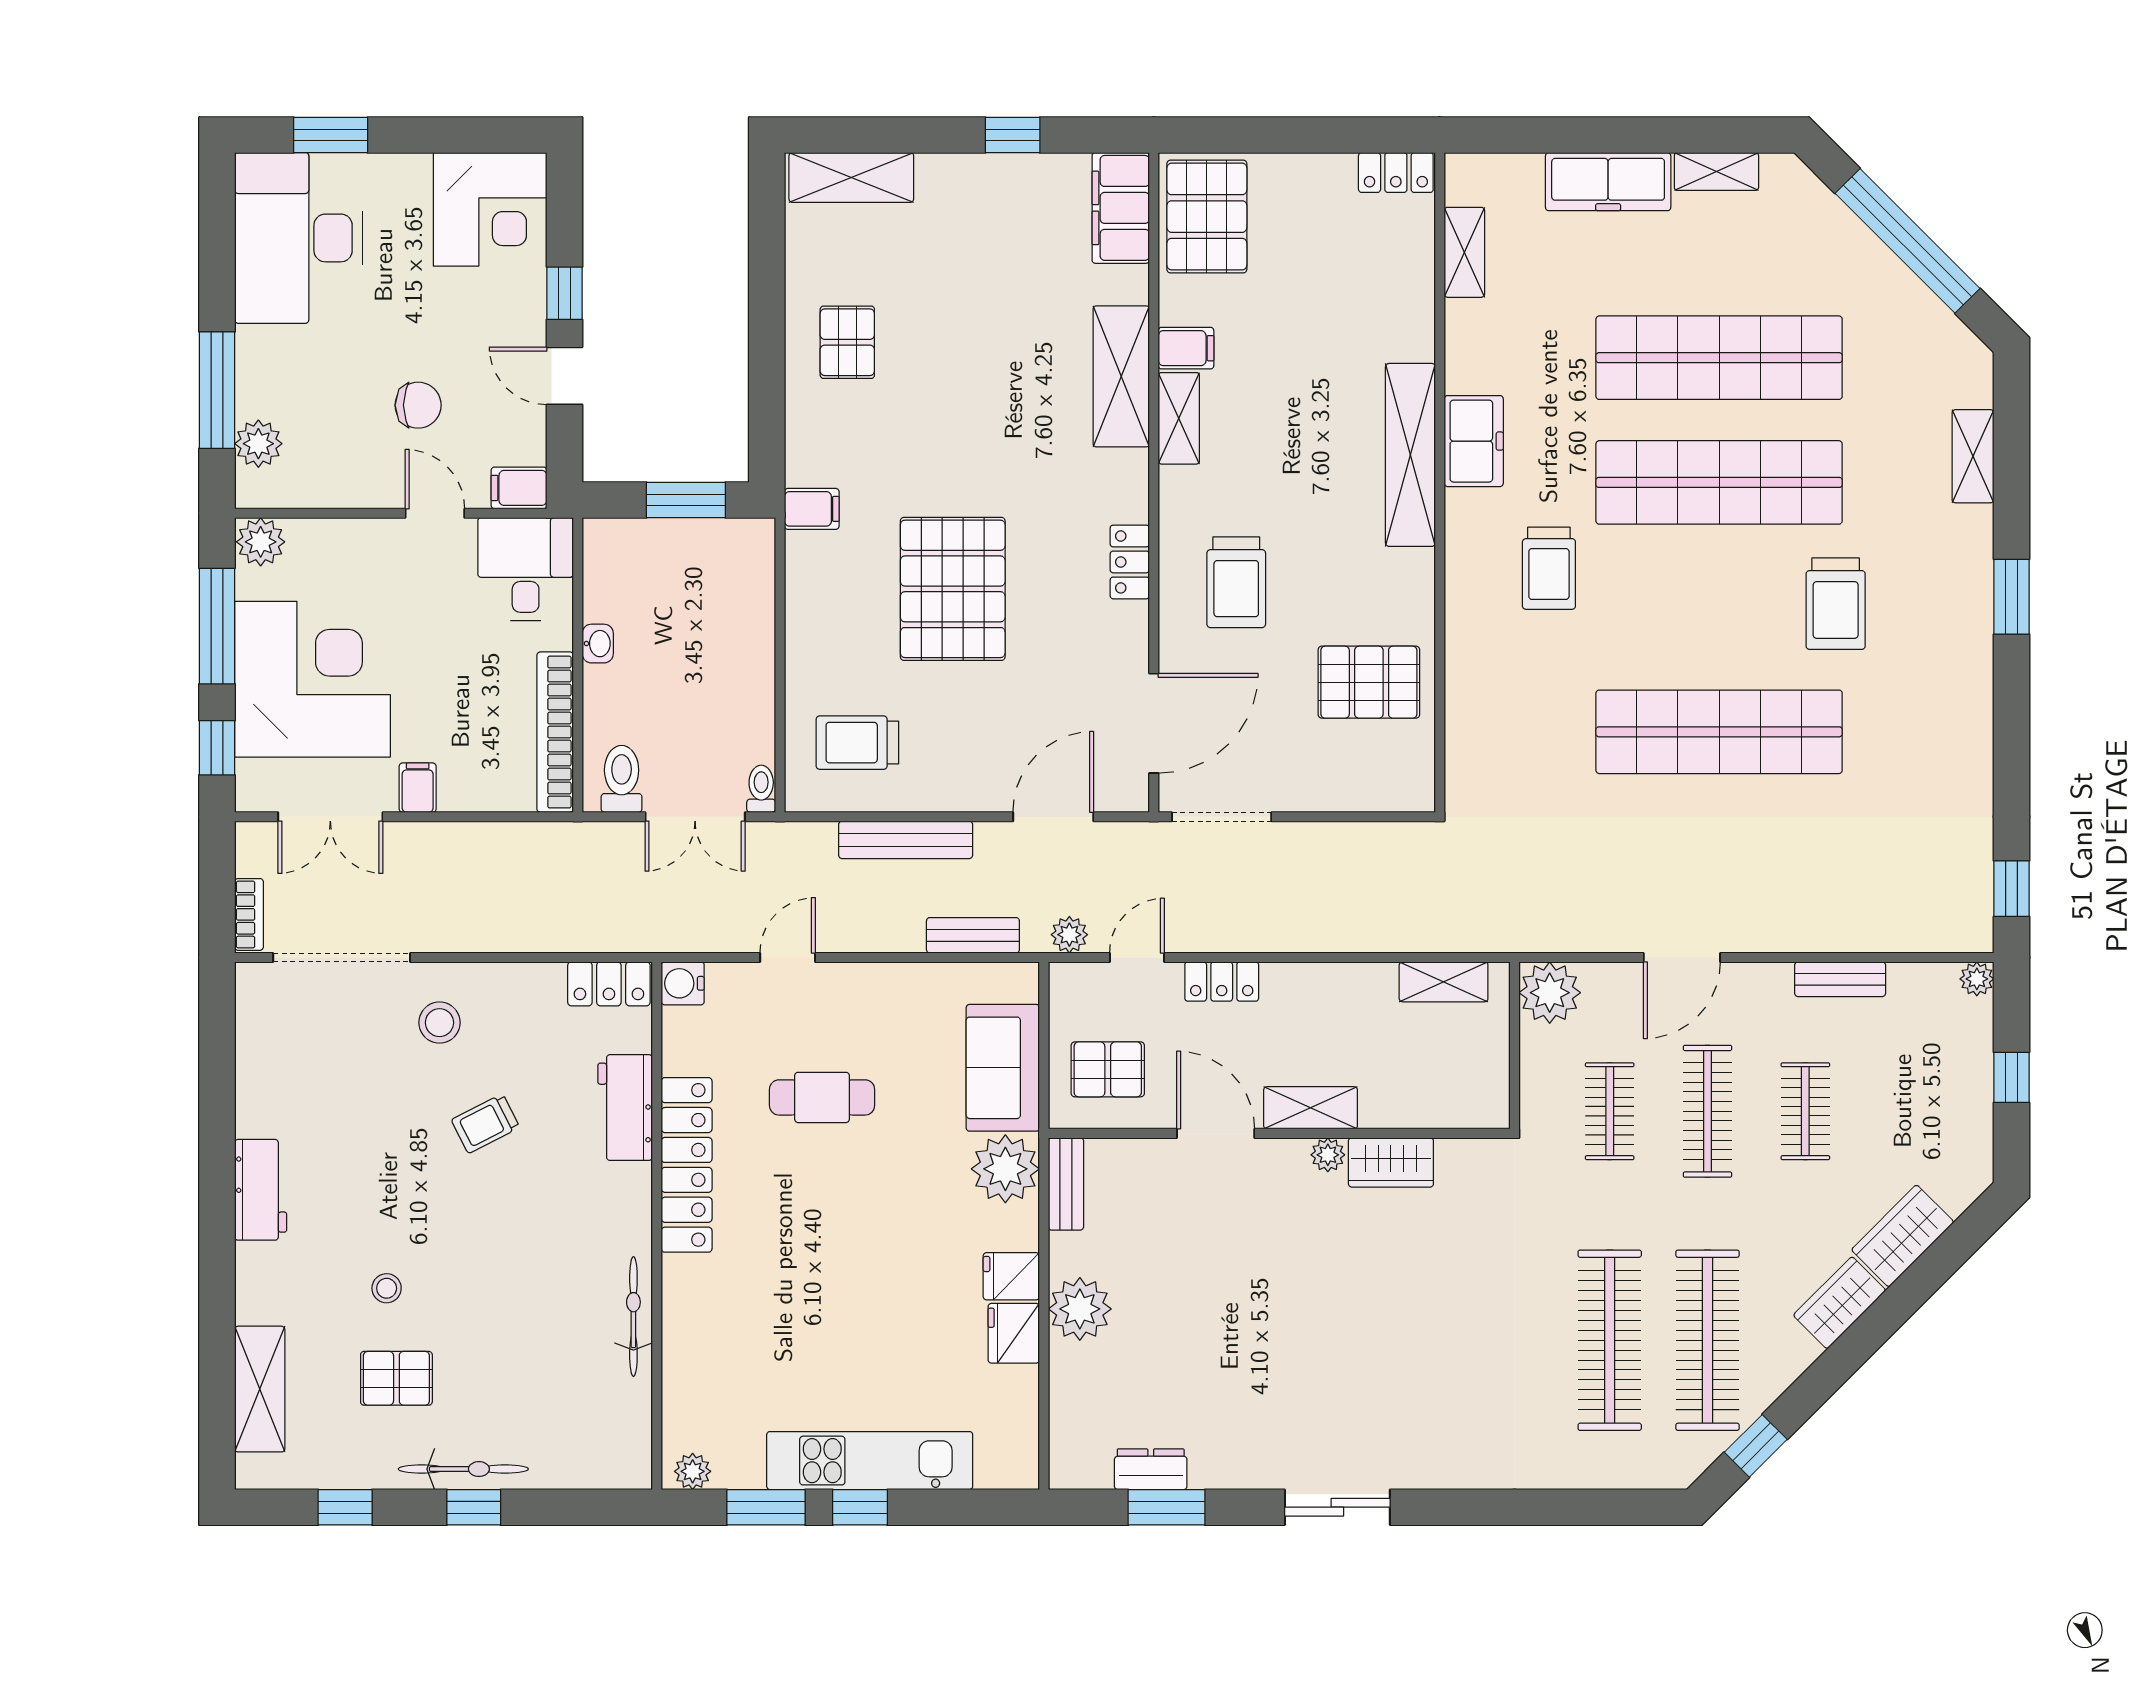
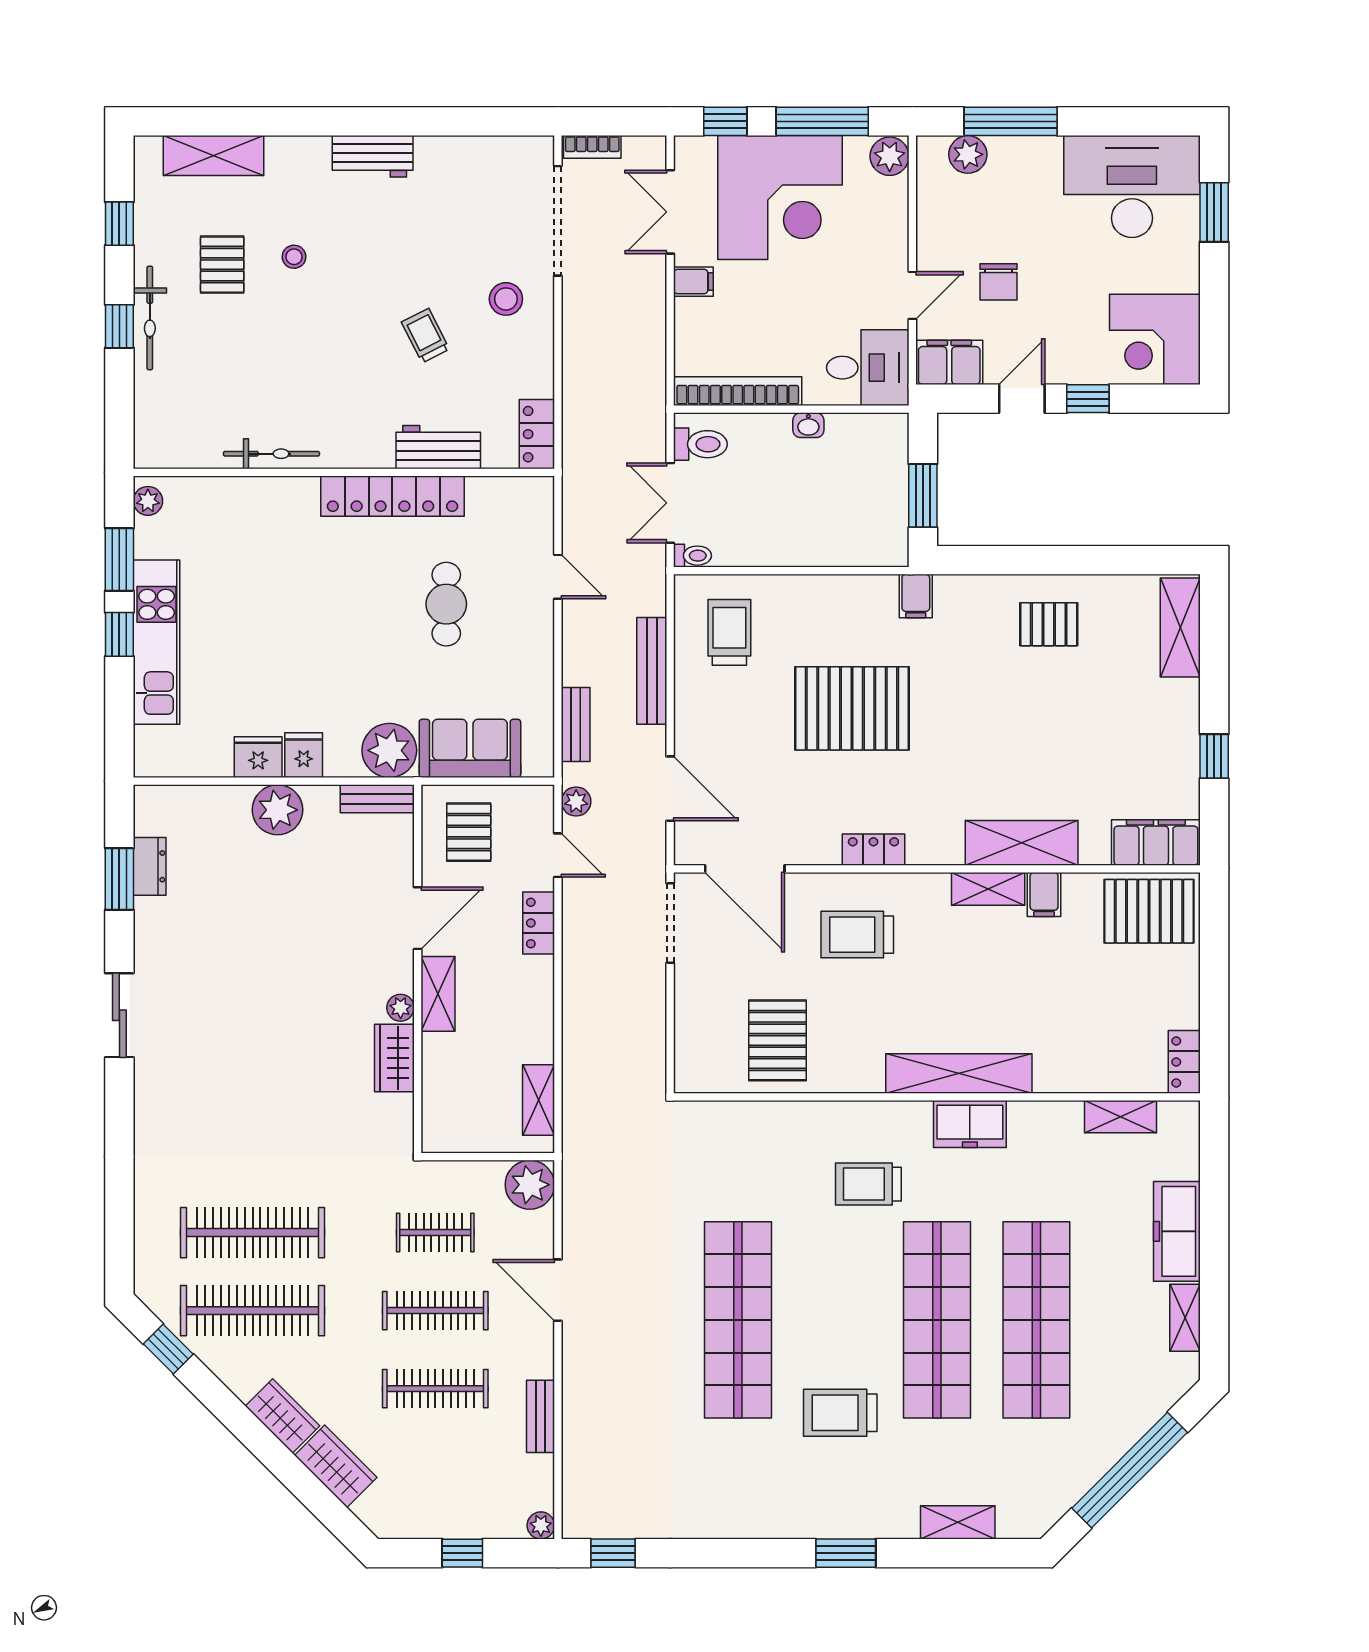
filing cabinet: (519, 488) -> (949, 362), width x2.00
water cooler: (683, 983) -> (537, 493), removed
clothes rail: (1805, 1111) -> (435, 1389), width x1.36

